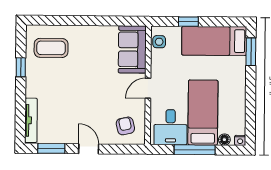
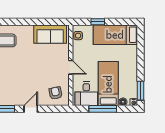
sofa: (132, 49) -> (50, 34), moved, turned -90
window: (251, 52) -> (141, 91), moved
door: (148, 88) -> (71, 67), swing flipped
door: (89, 149) -> (31, 109), hinge flipped

